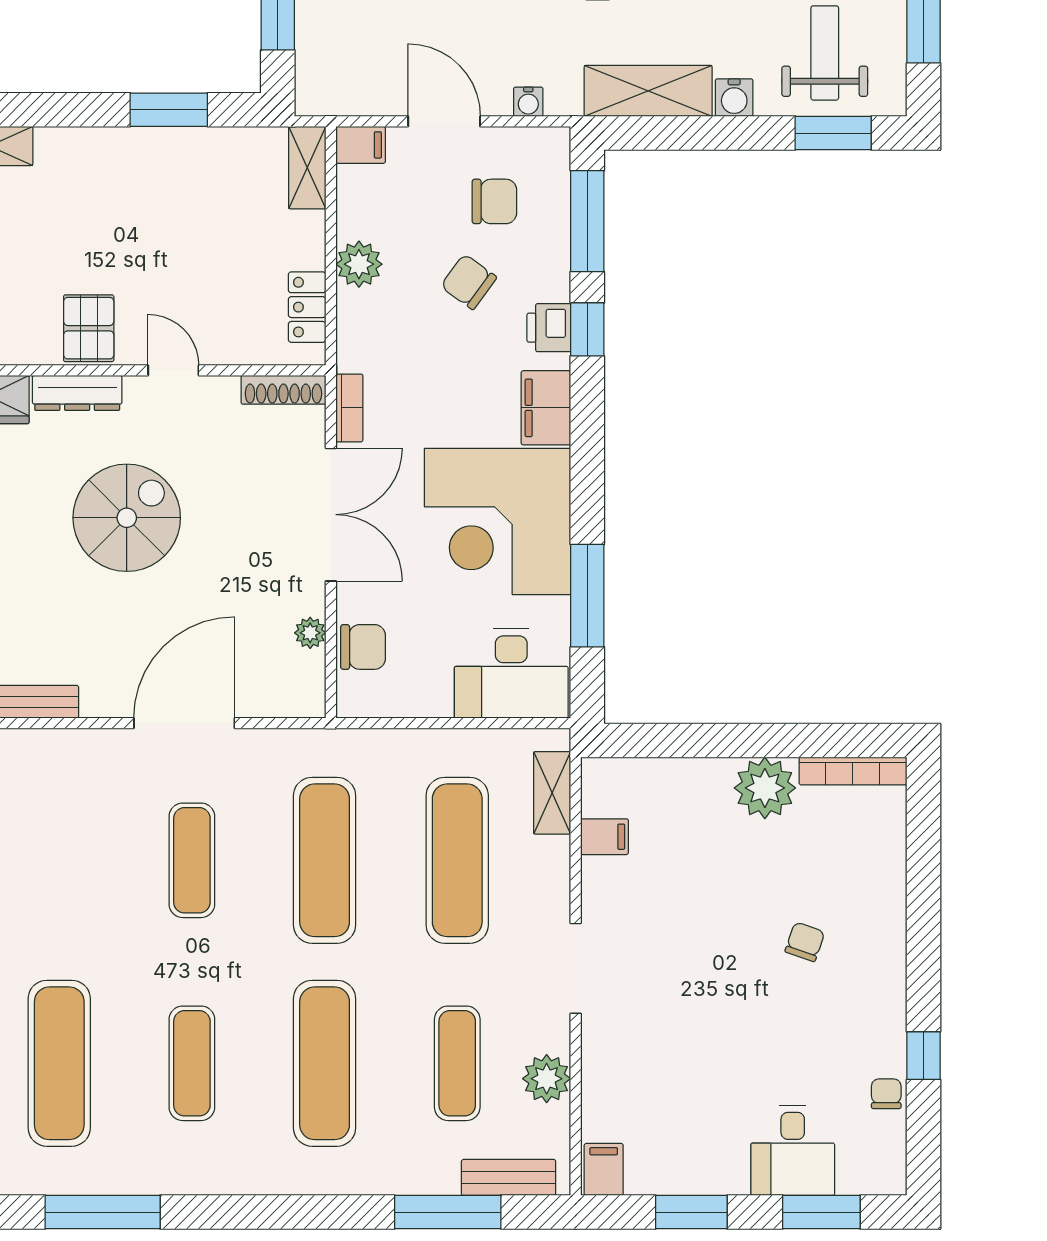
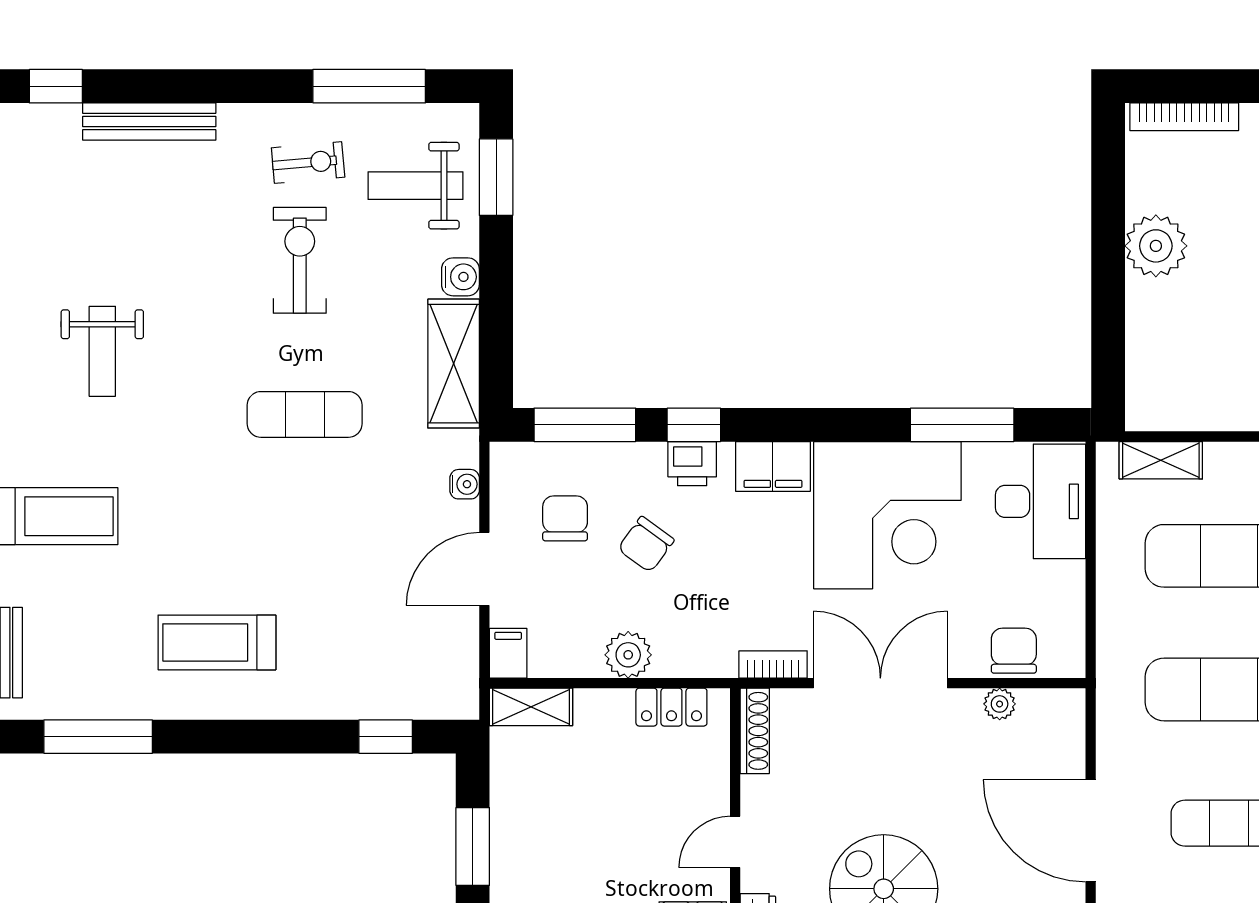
bookcase: (853, 771) -> (1184, 117), moved, turned 90
filing cabinet: (605, 837) -> (1205, 407), removed

